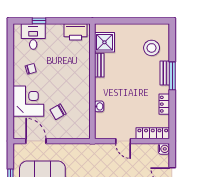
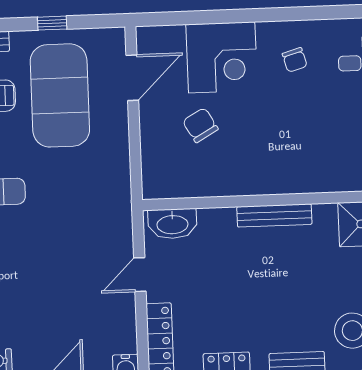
bench: (99, 65) -> (274, 215), moved, width x1.36
washbasin: (99, 106) -> (172, 224), moved, width x1.91, depth x1.45

